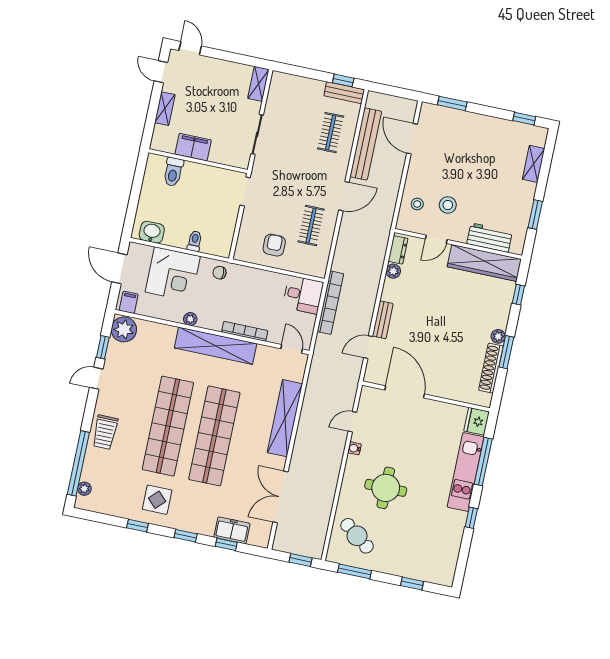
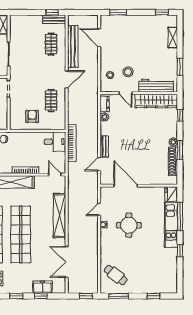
workbench: (490, 238) -> (156, 86), width x1.37
door: (436, 239) -> (125, 93), hinge flipped
round table: (386, 488) -> (129, 225), moved

